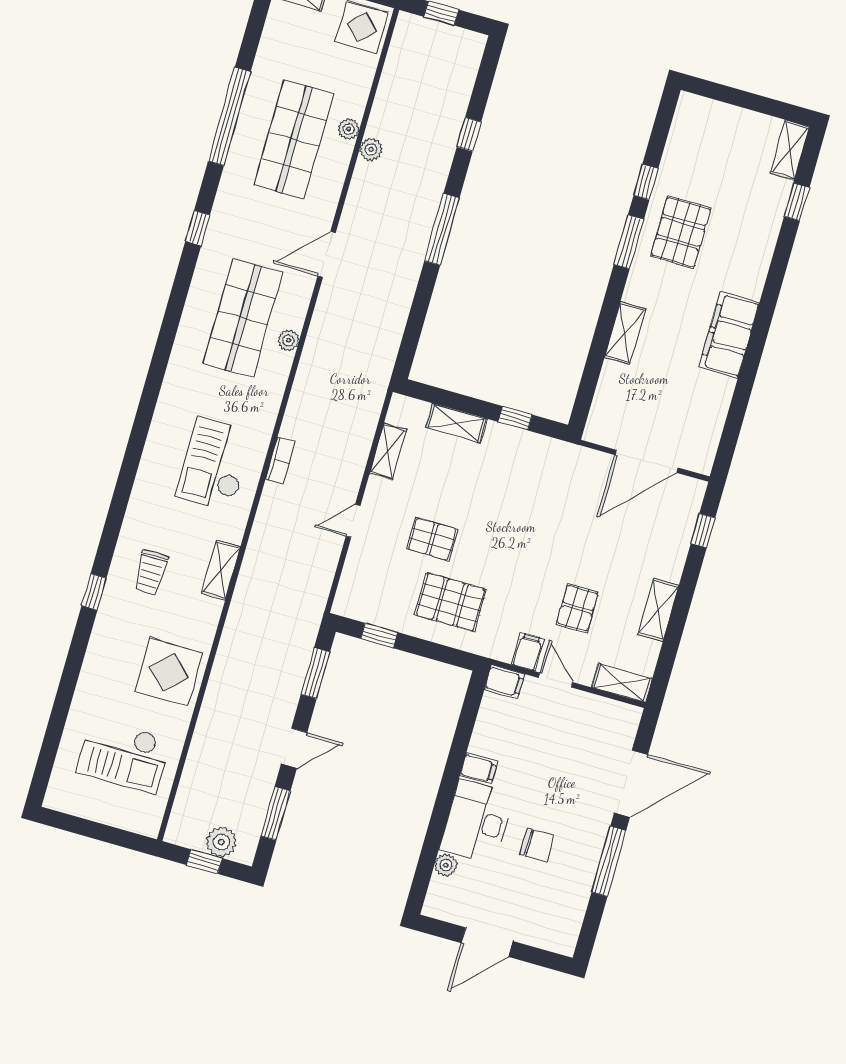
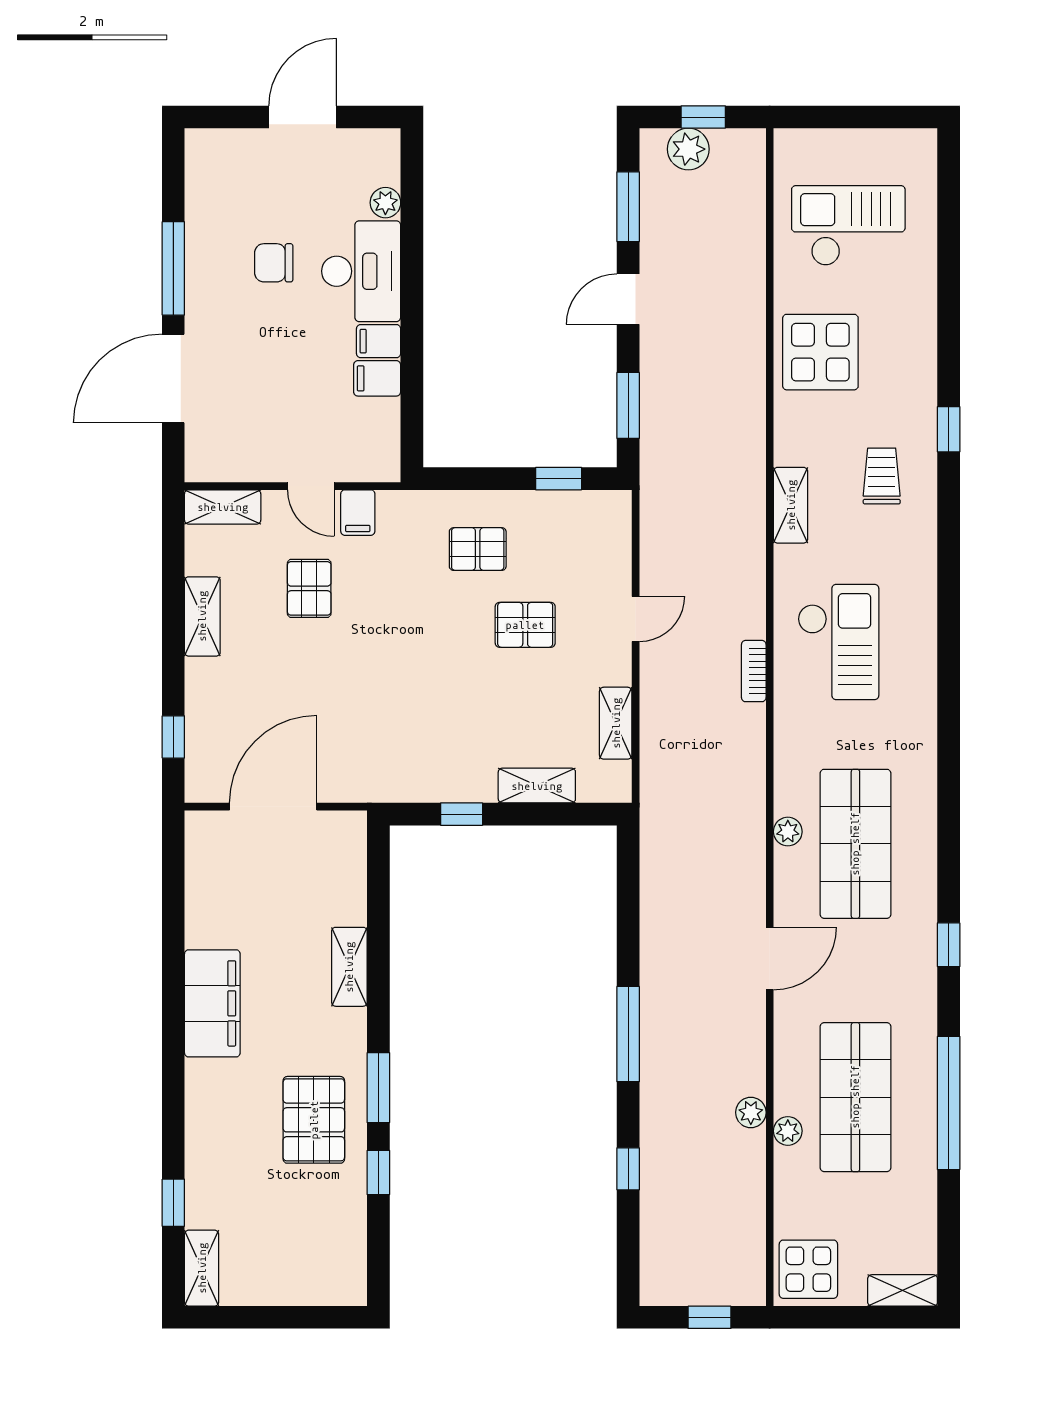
pallet: (450, 602) -> (478, 549), width x0.67, depth x0.71
filing cabinet: (504, 682) -> (377, 378), moved

